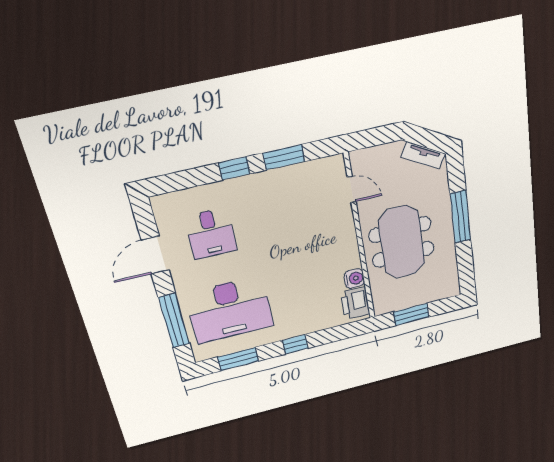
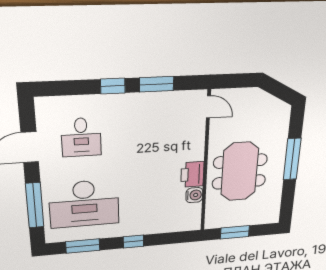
tv unit: (423, 155) -> (273, 103), removed
door: (352, 189) -> (208, 107), moved
printer: (355, 303) -> (192, 174), moved

